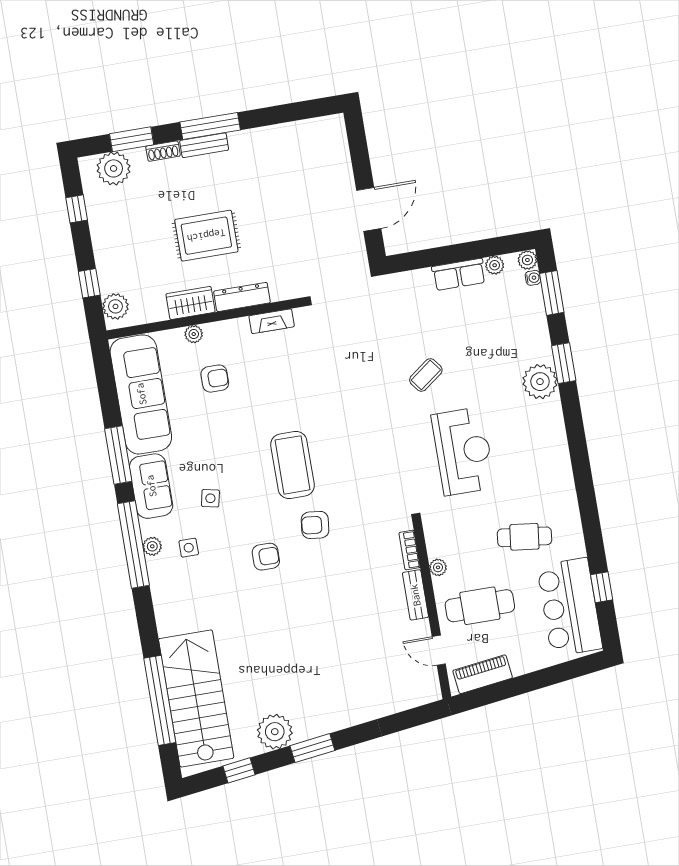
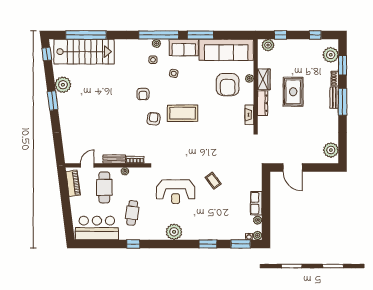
plant: (318, 134) -> (331, 150), added
armchair: (215, 379) -> (228, 85), width x1.88, depth x1.88
plant: (540, 382) -> (174, 232), moved
window: (602, 587) -> (133, 244), moved
window: (239, 770) -> (47, 54), moved

